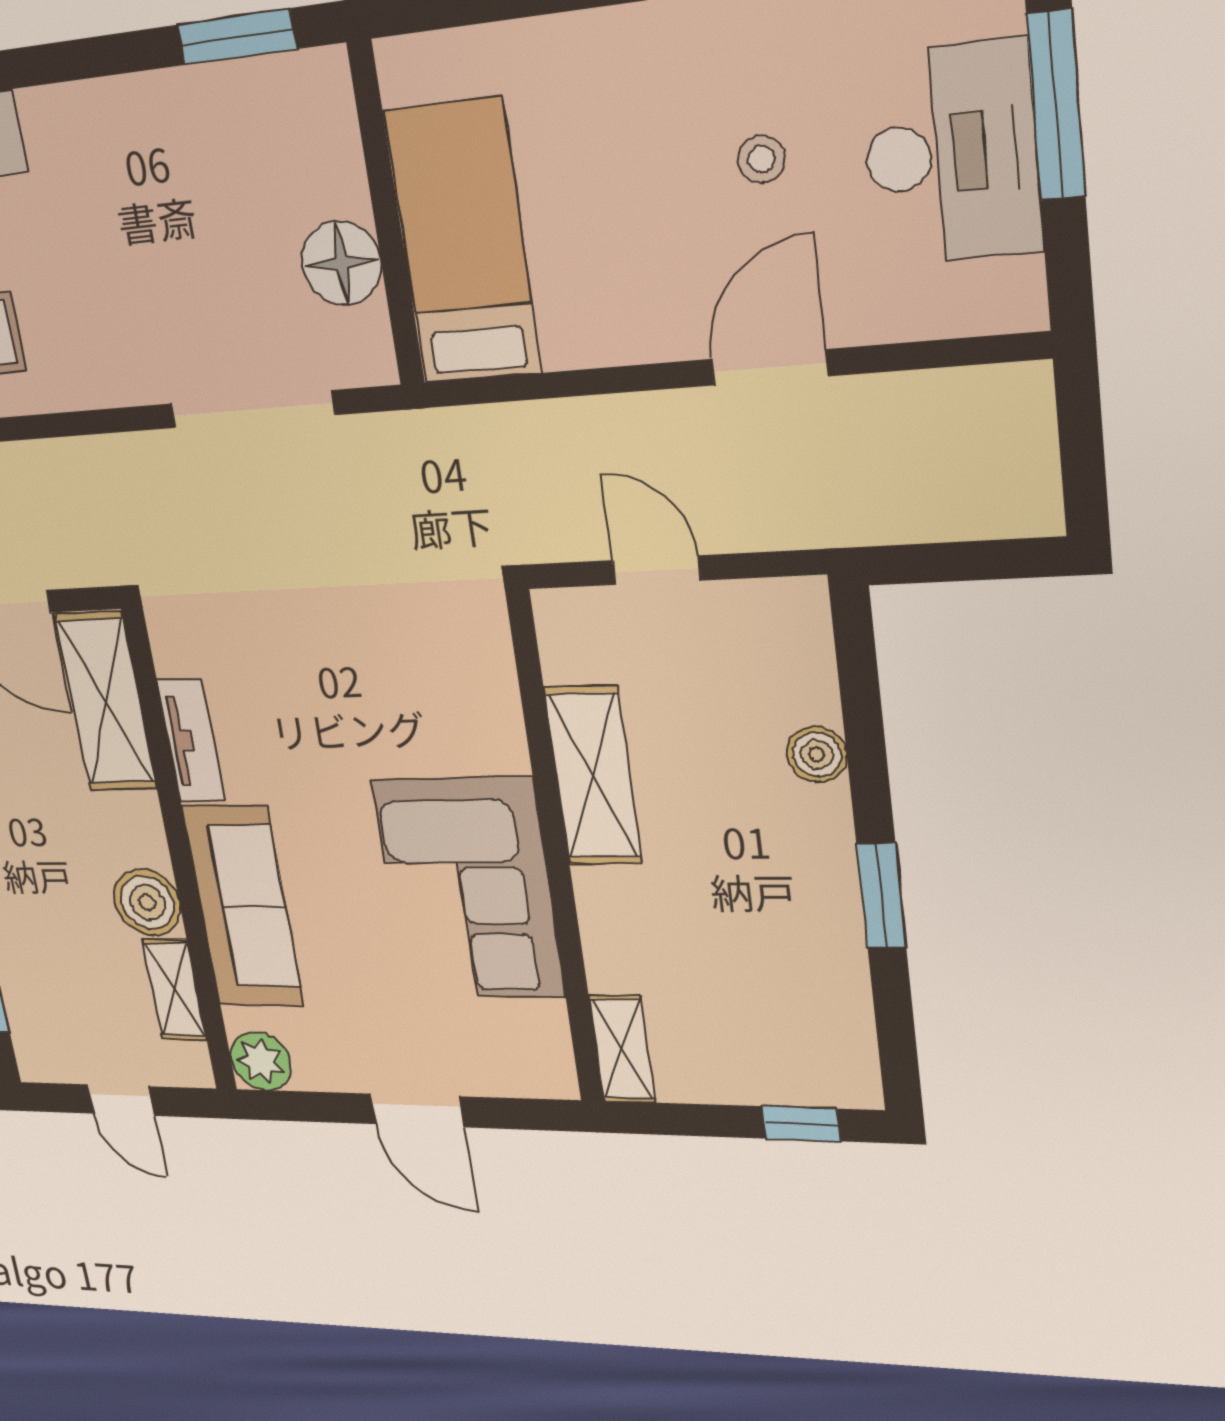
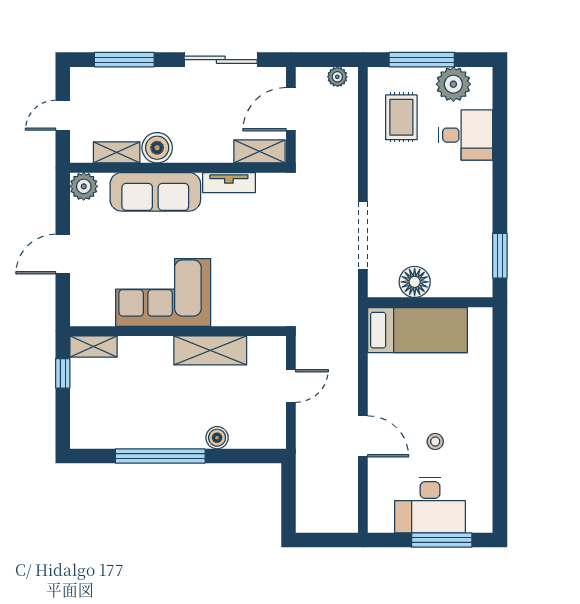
shelving: (106, 702) -> (260, 151), width x0.67, depth x0.75
window: (881, 895) -> (160, 456), width x2.11
window: (801, 1124) -> (63, 373), moved

